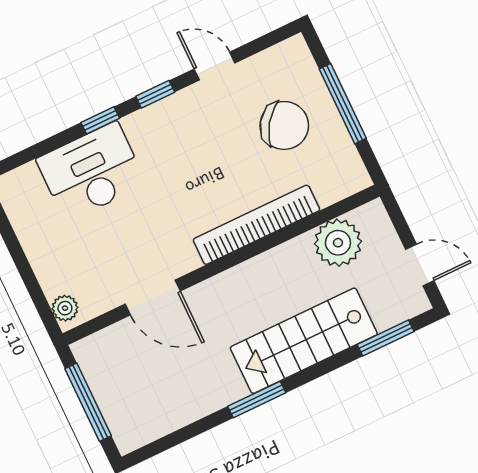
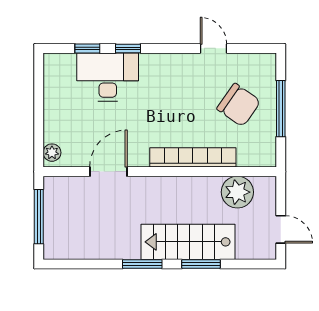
window: (155, 94) -> (87, 48), moved
door: (153, 298) -> (108, 172), swing flipped
window: (386, 338) -> (201, 264), moved

